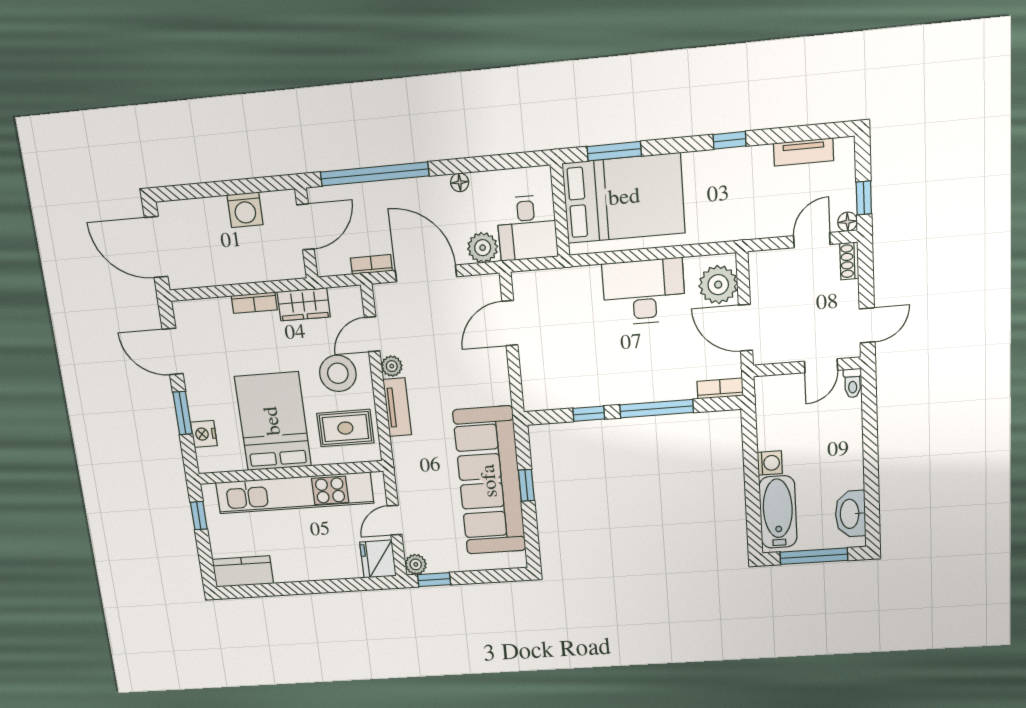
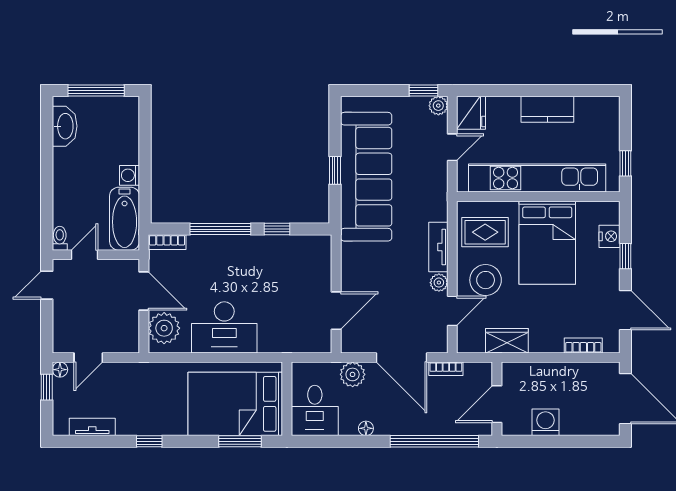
desk: (527, 228) -> (315, 410), moved, turned 180
shoe rack: (849, 261) -> (59, 338), removed
bookcase: (254, 303) -> (583, 345), moved
window: (183, 413) -> (625, 256), width x0.67
bathtub: (778, 512) -> (125, 219), moved
kitchen counter: (243, 571) -> (547, 109), moved

